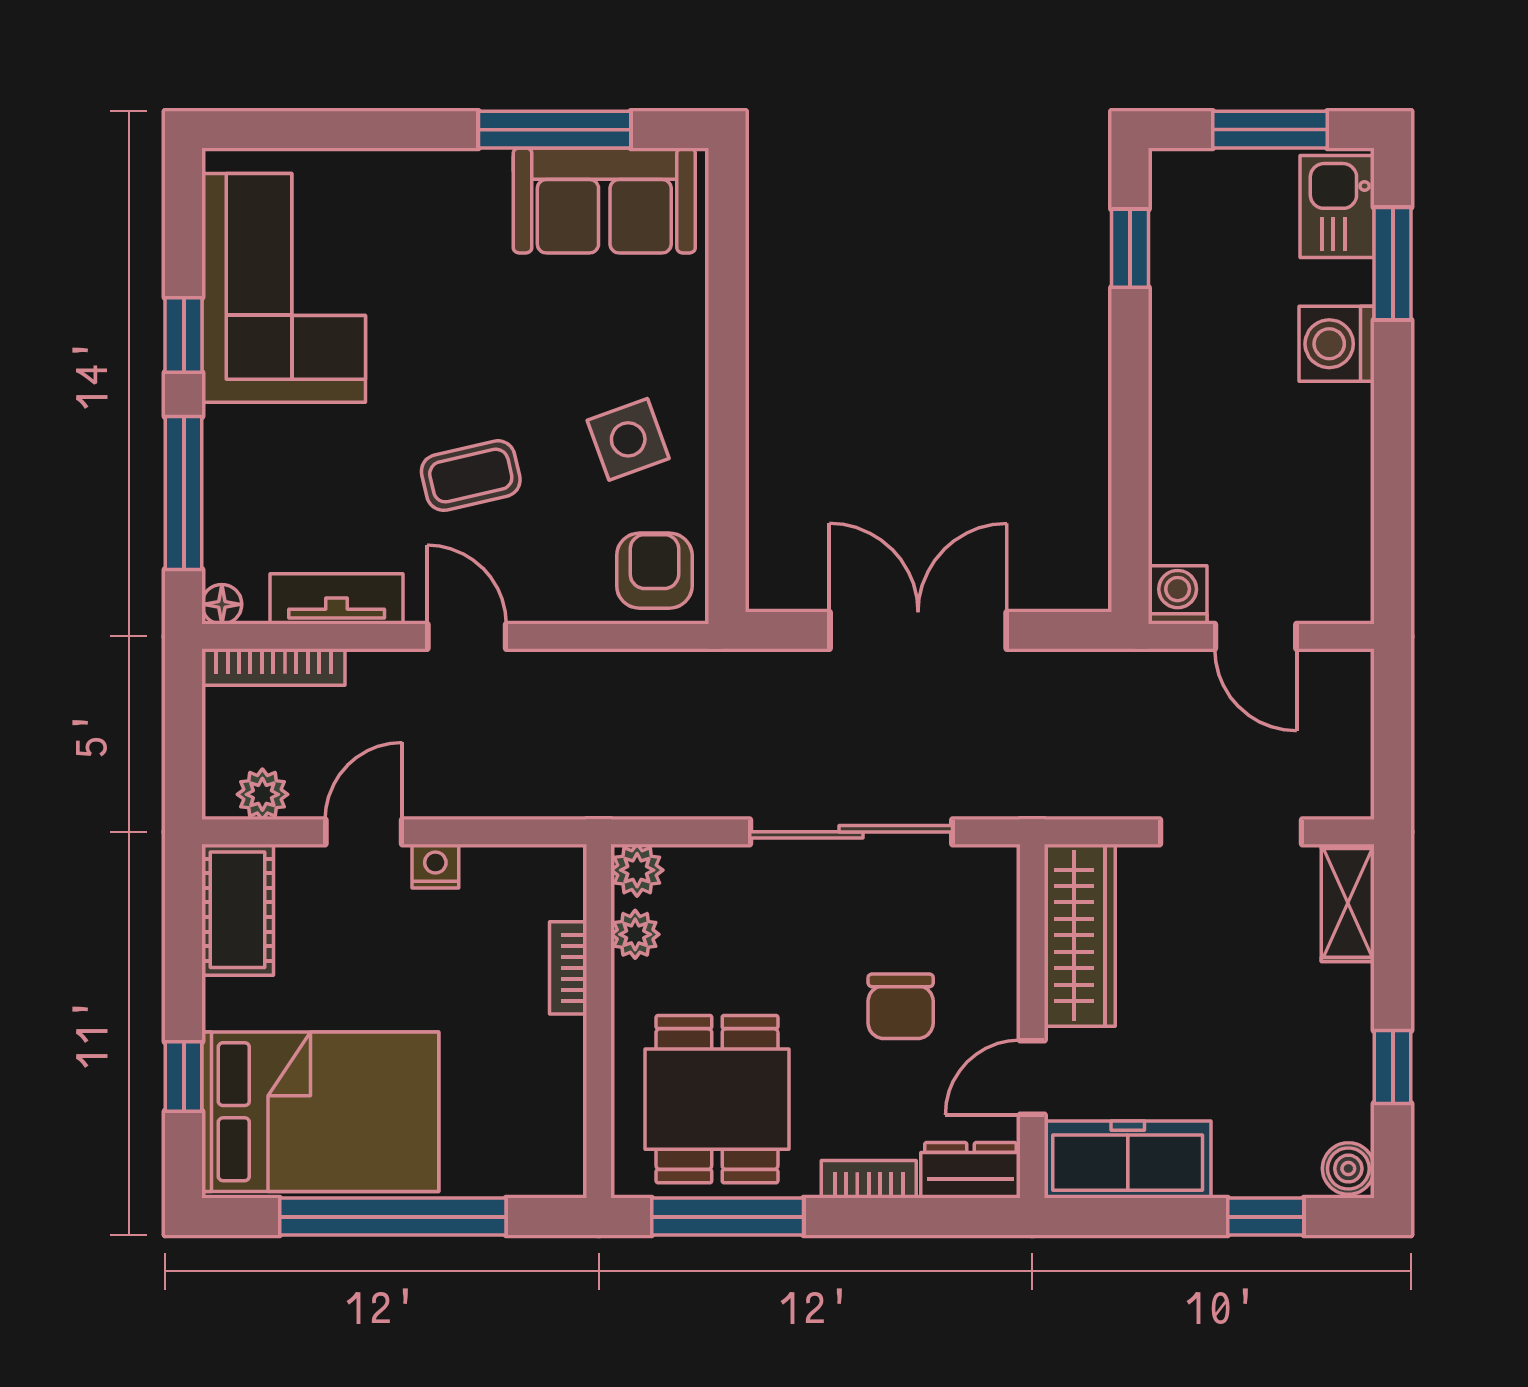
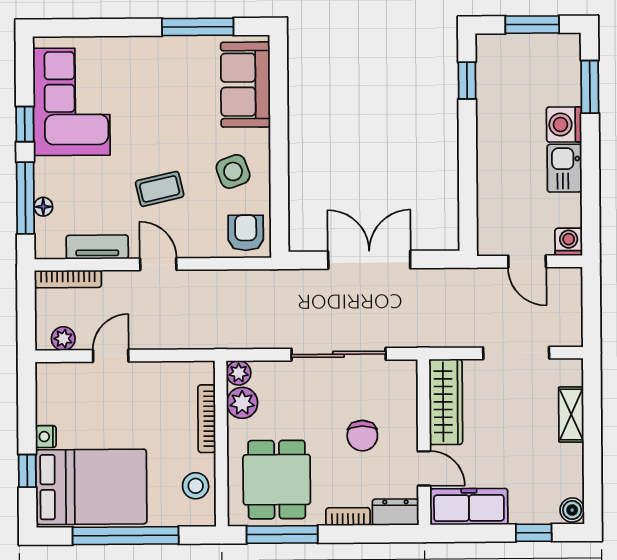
sofa: (604, 200) -> (246, 85), moved, turned 90
kitchen sink: (1337, 206) -> (565, 168), moved
washing machine: (1178, 595) -> (569, 242), moved
floor lamp: (222, 604) -> (43, 207), moved
nightstand: (435, 866) -> (46, 437), moved, turned -90
shelving: (1348, 903) -> (571, 415), moved
cot: (238, 910) -> (52, 393), removed
plant: (635, 934) -> (242, 403), width x1.38, depth x1.38
bookcase: (568, 968) -> (207, 419), width x1.56
window: (1393, 1067) -> (592, 462), removed
door: (1032, 1077) -> (424, 468), swing flipped
stool: (543, 1111) -> (196, 486), added

